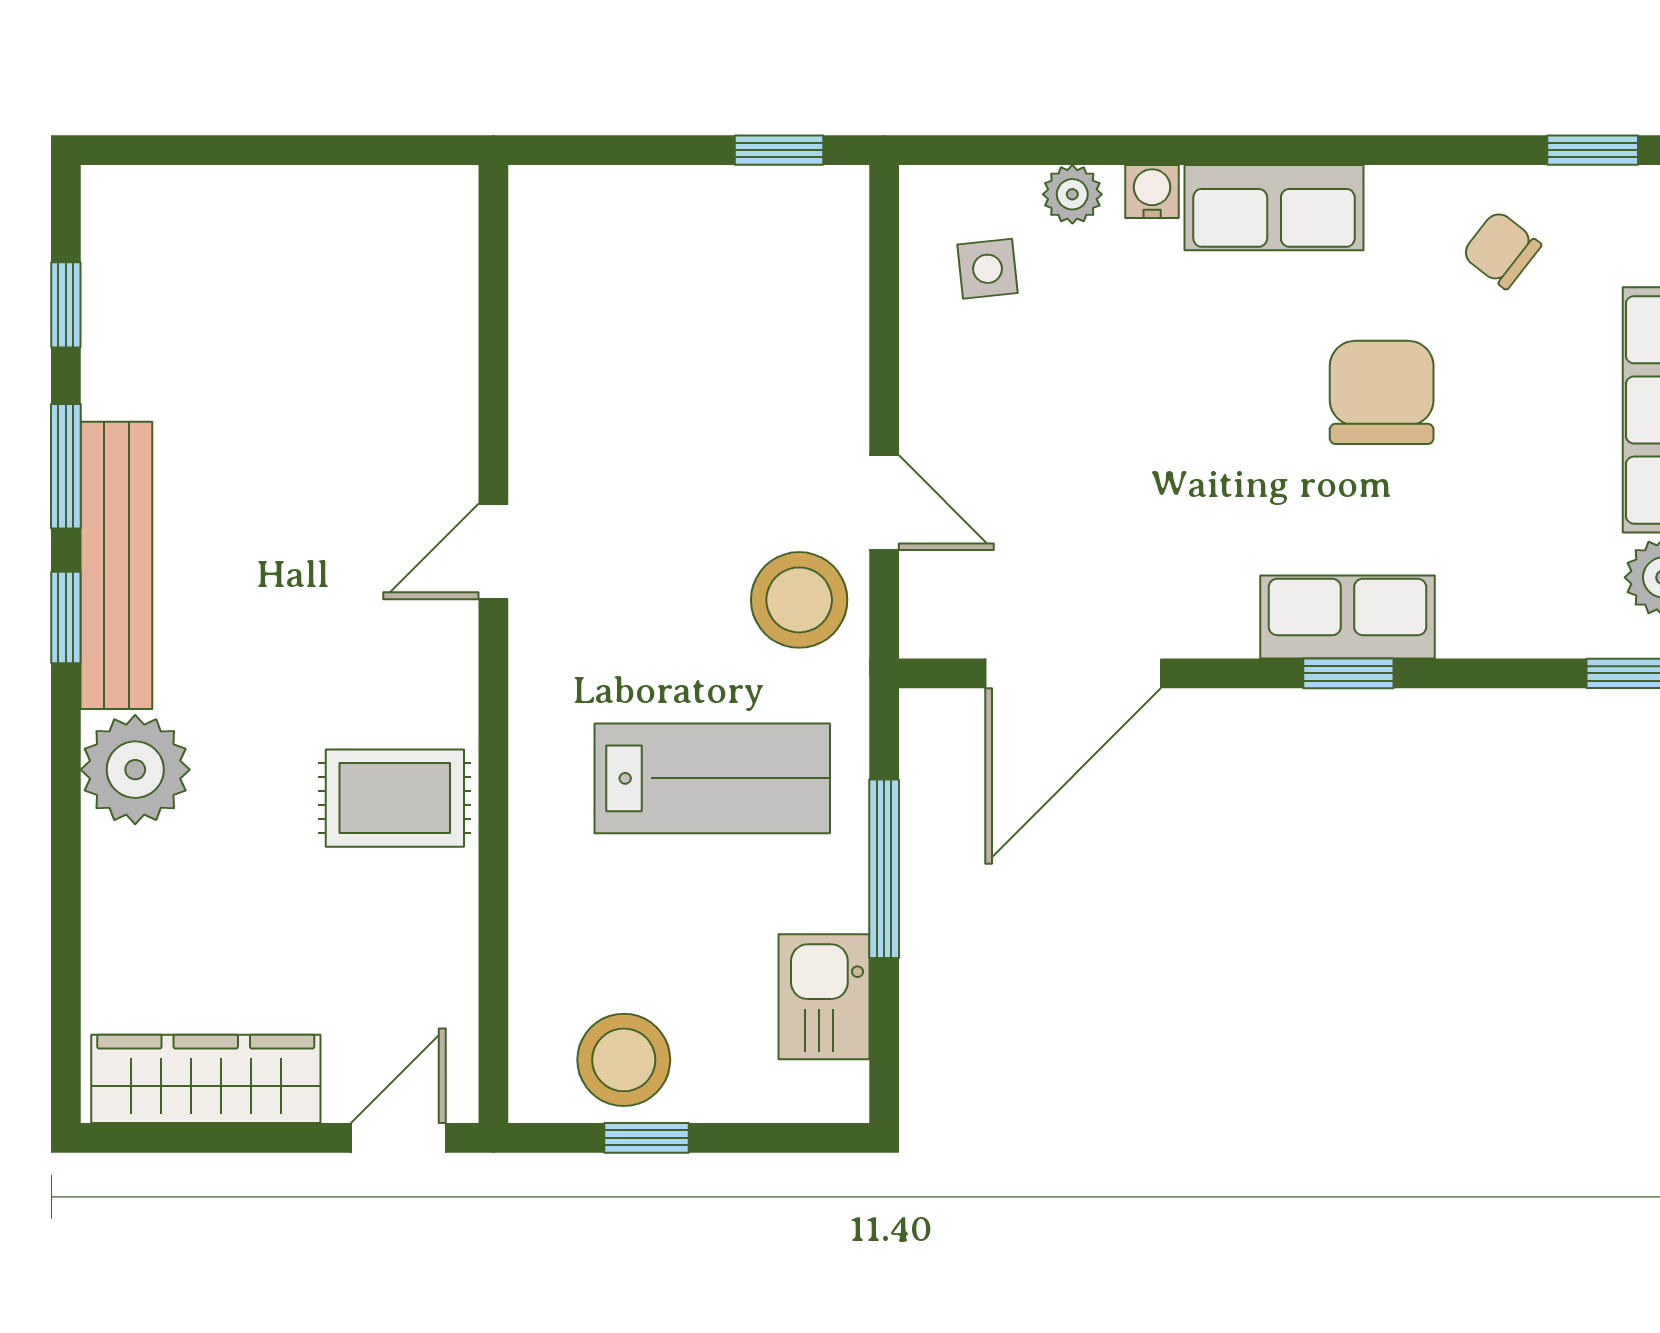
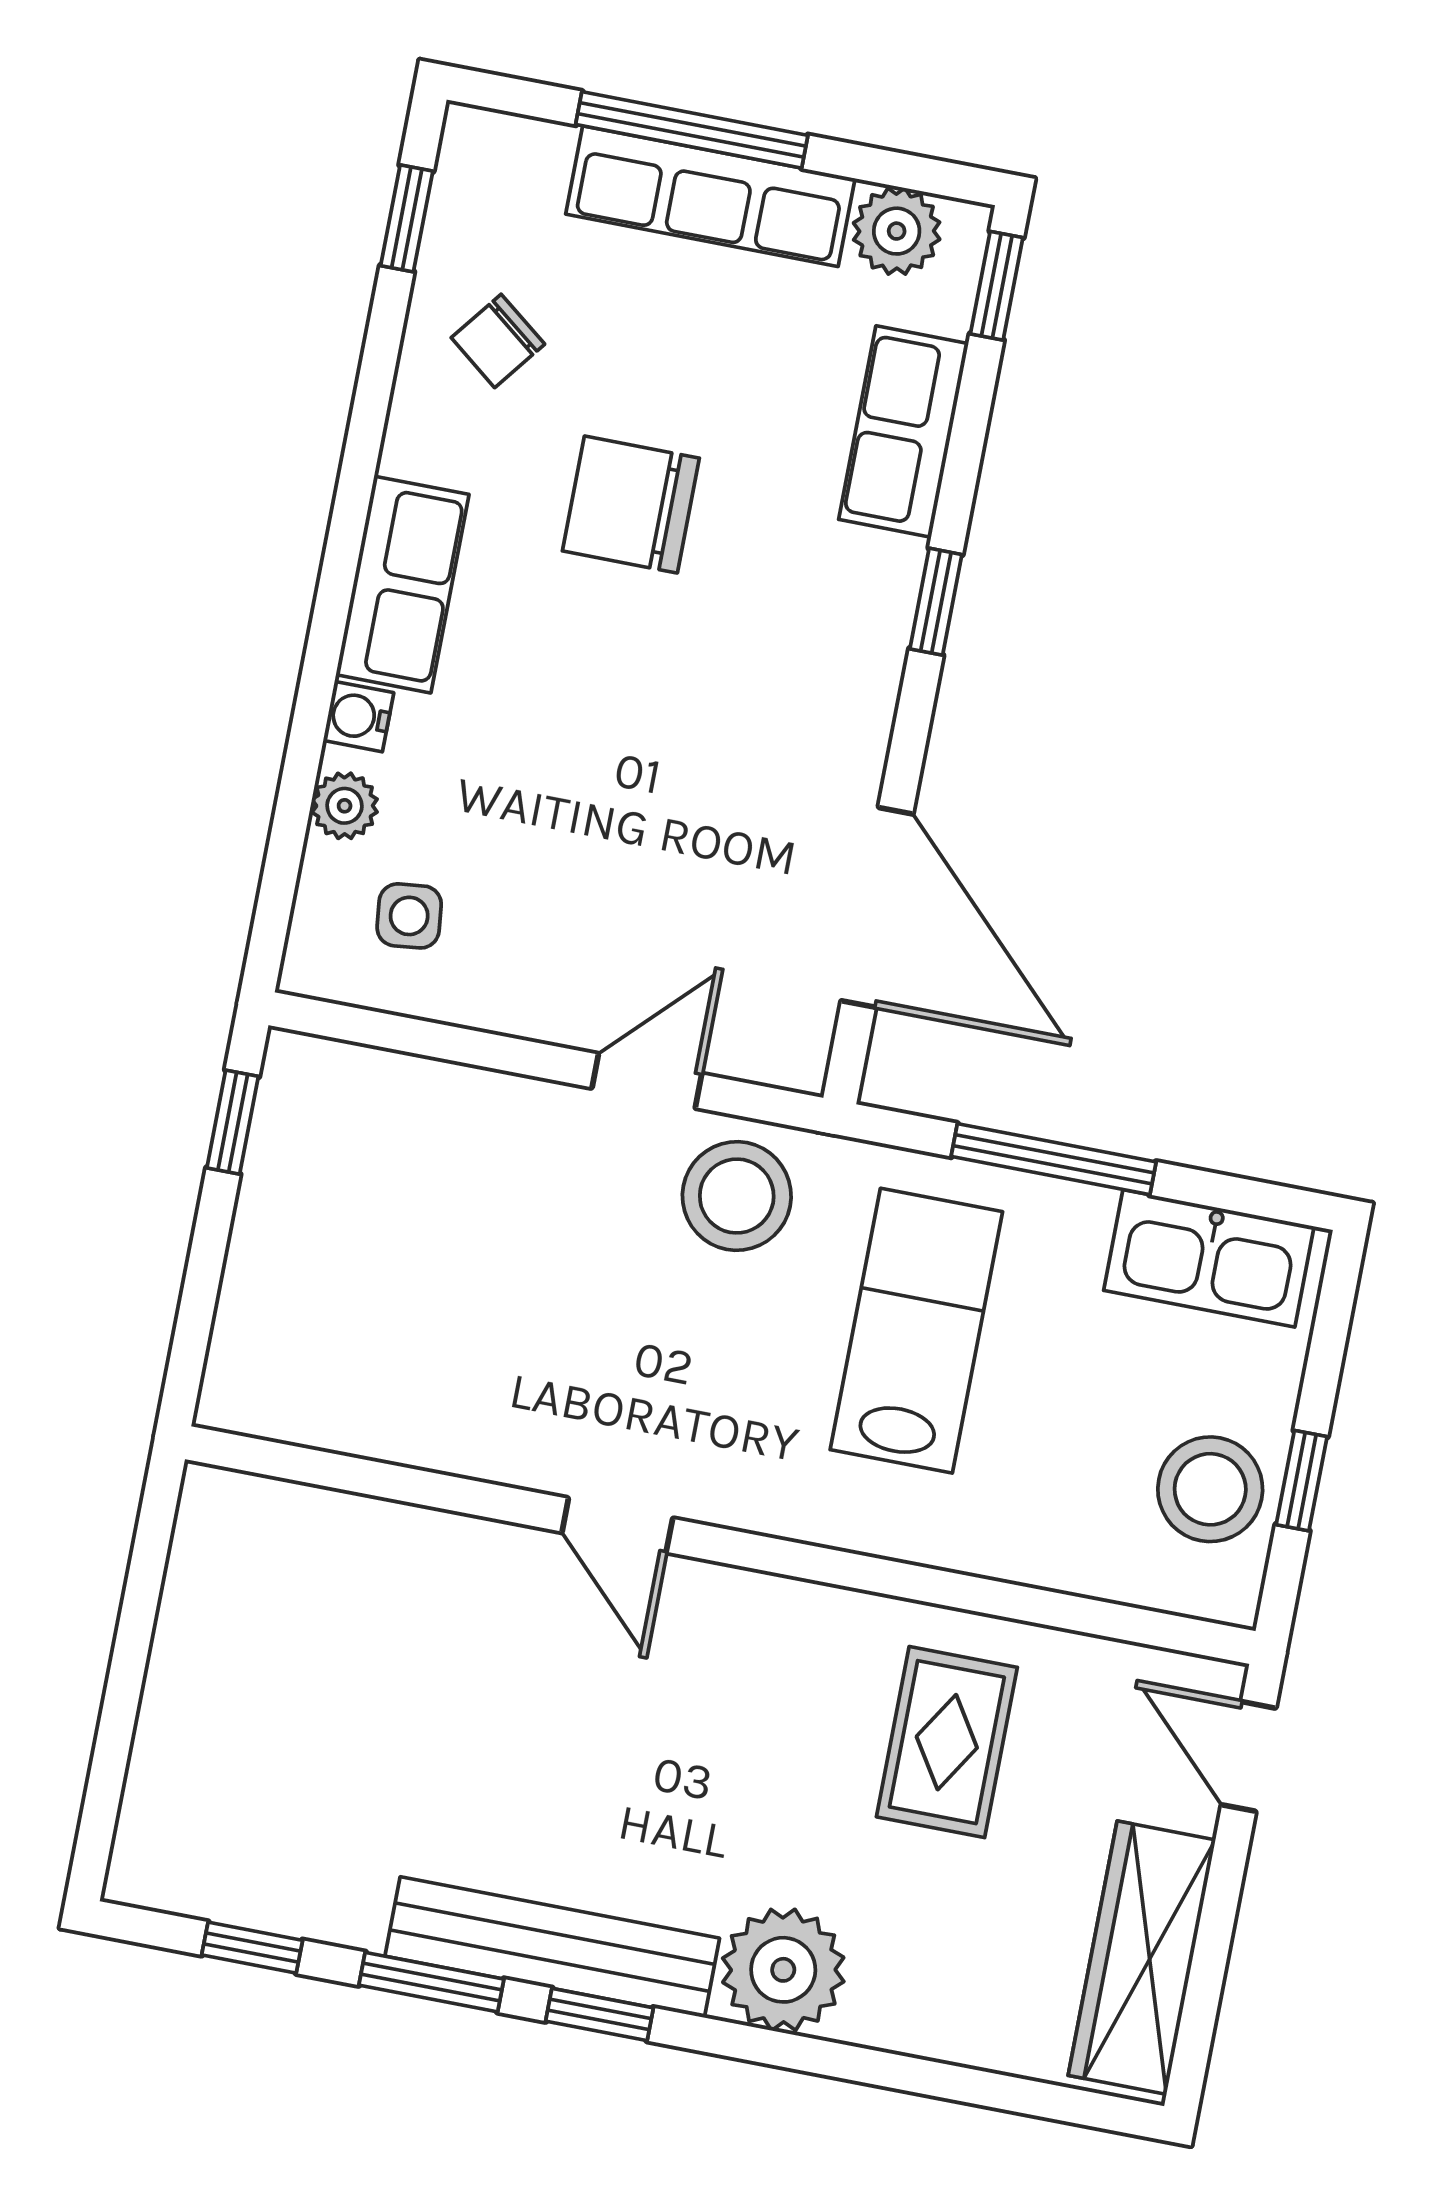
row of seats: (1347, 617) -> (904, 431), moved
rug: (395, 798) -> (947, 1742), moved
kitchen sink: (824, 997) -> (1209, 1258), width x1.38

